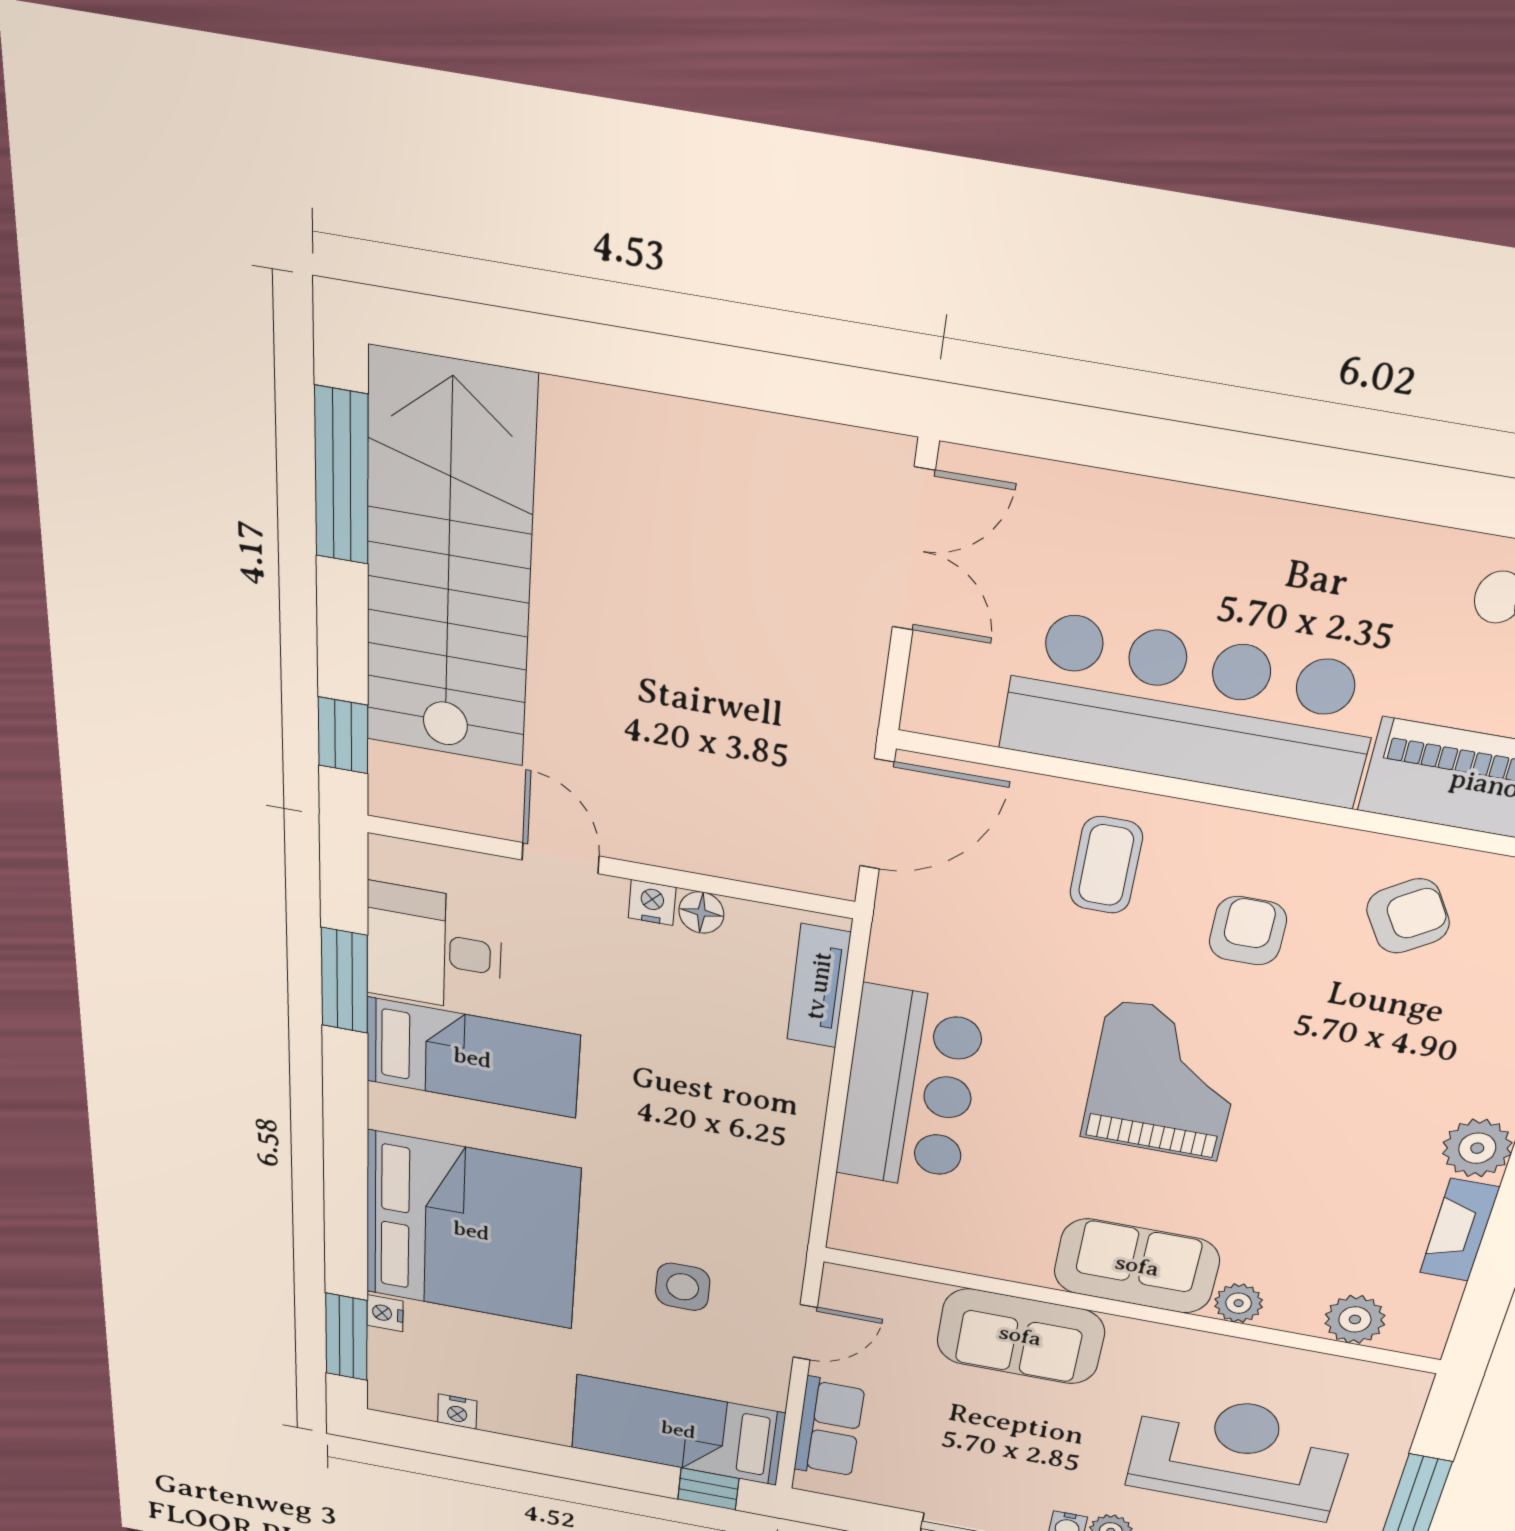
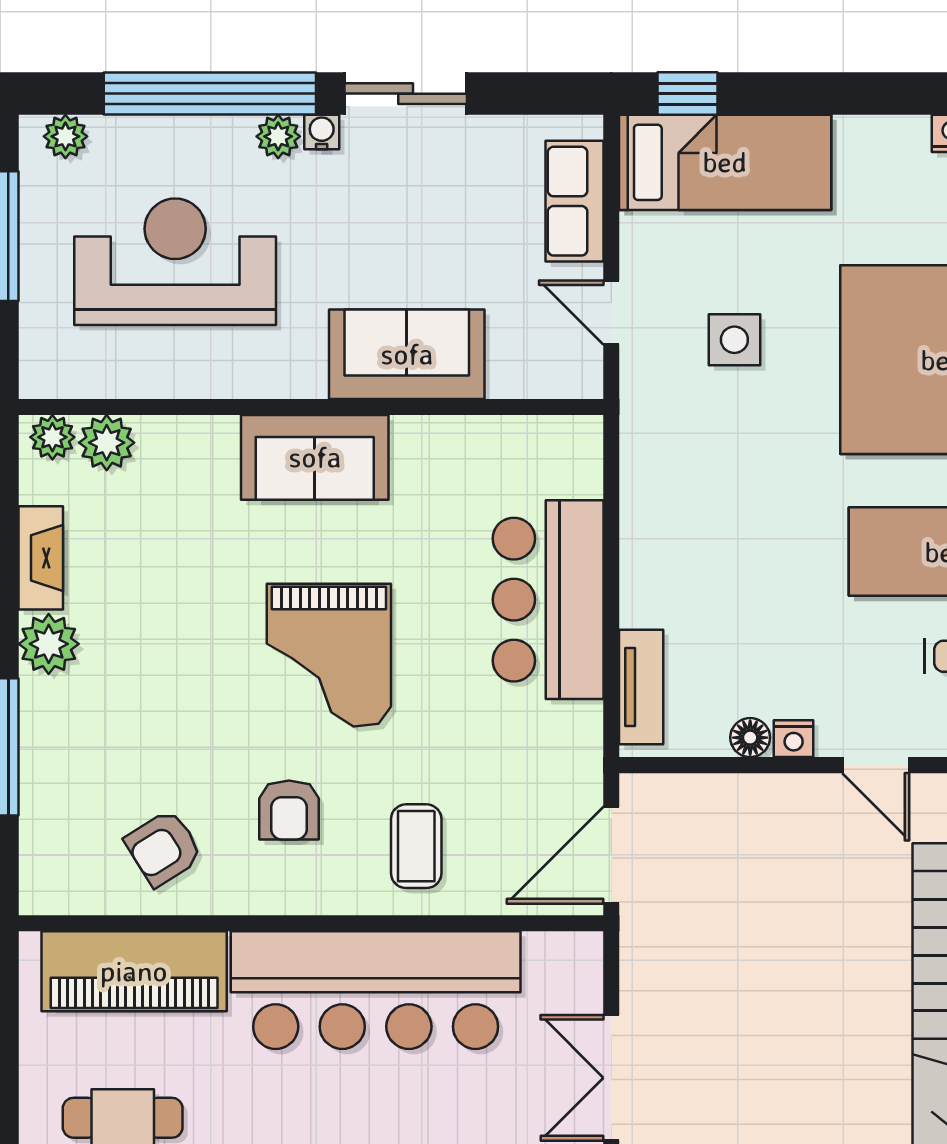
plant: (1239, 1303) -> (52, 437), moved
door: (805, 1332) -> (611, 313), hinge flipped
reception desk: (1239, 1455) -> (175, 262), turned 180

